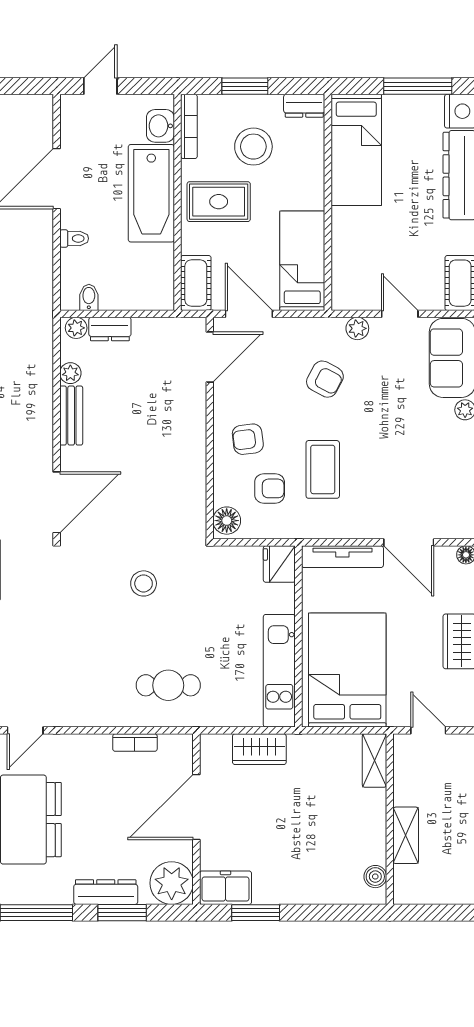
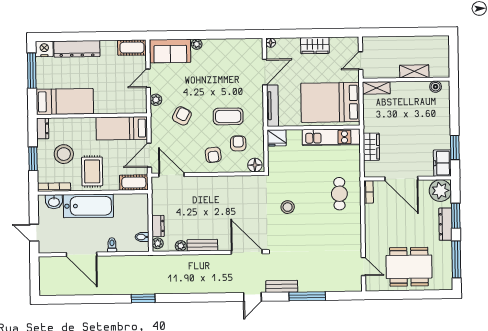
bookcase: (135, 743) -> (369, 192), moved

